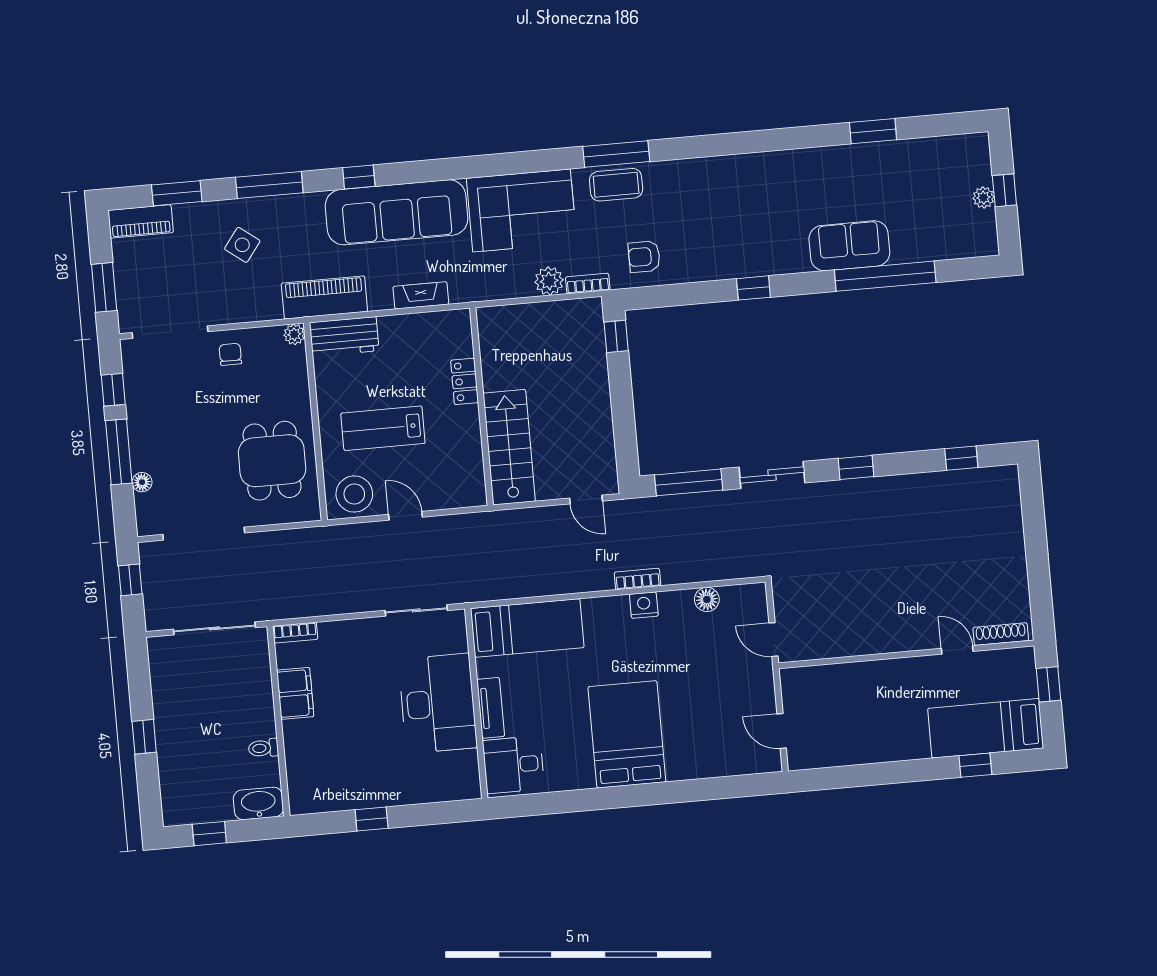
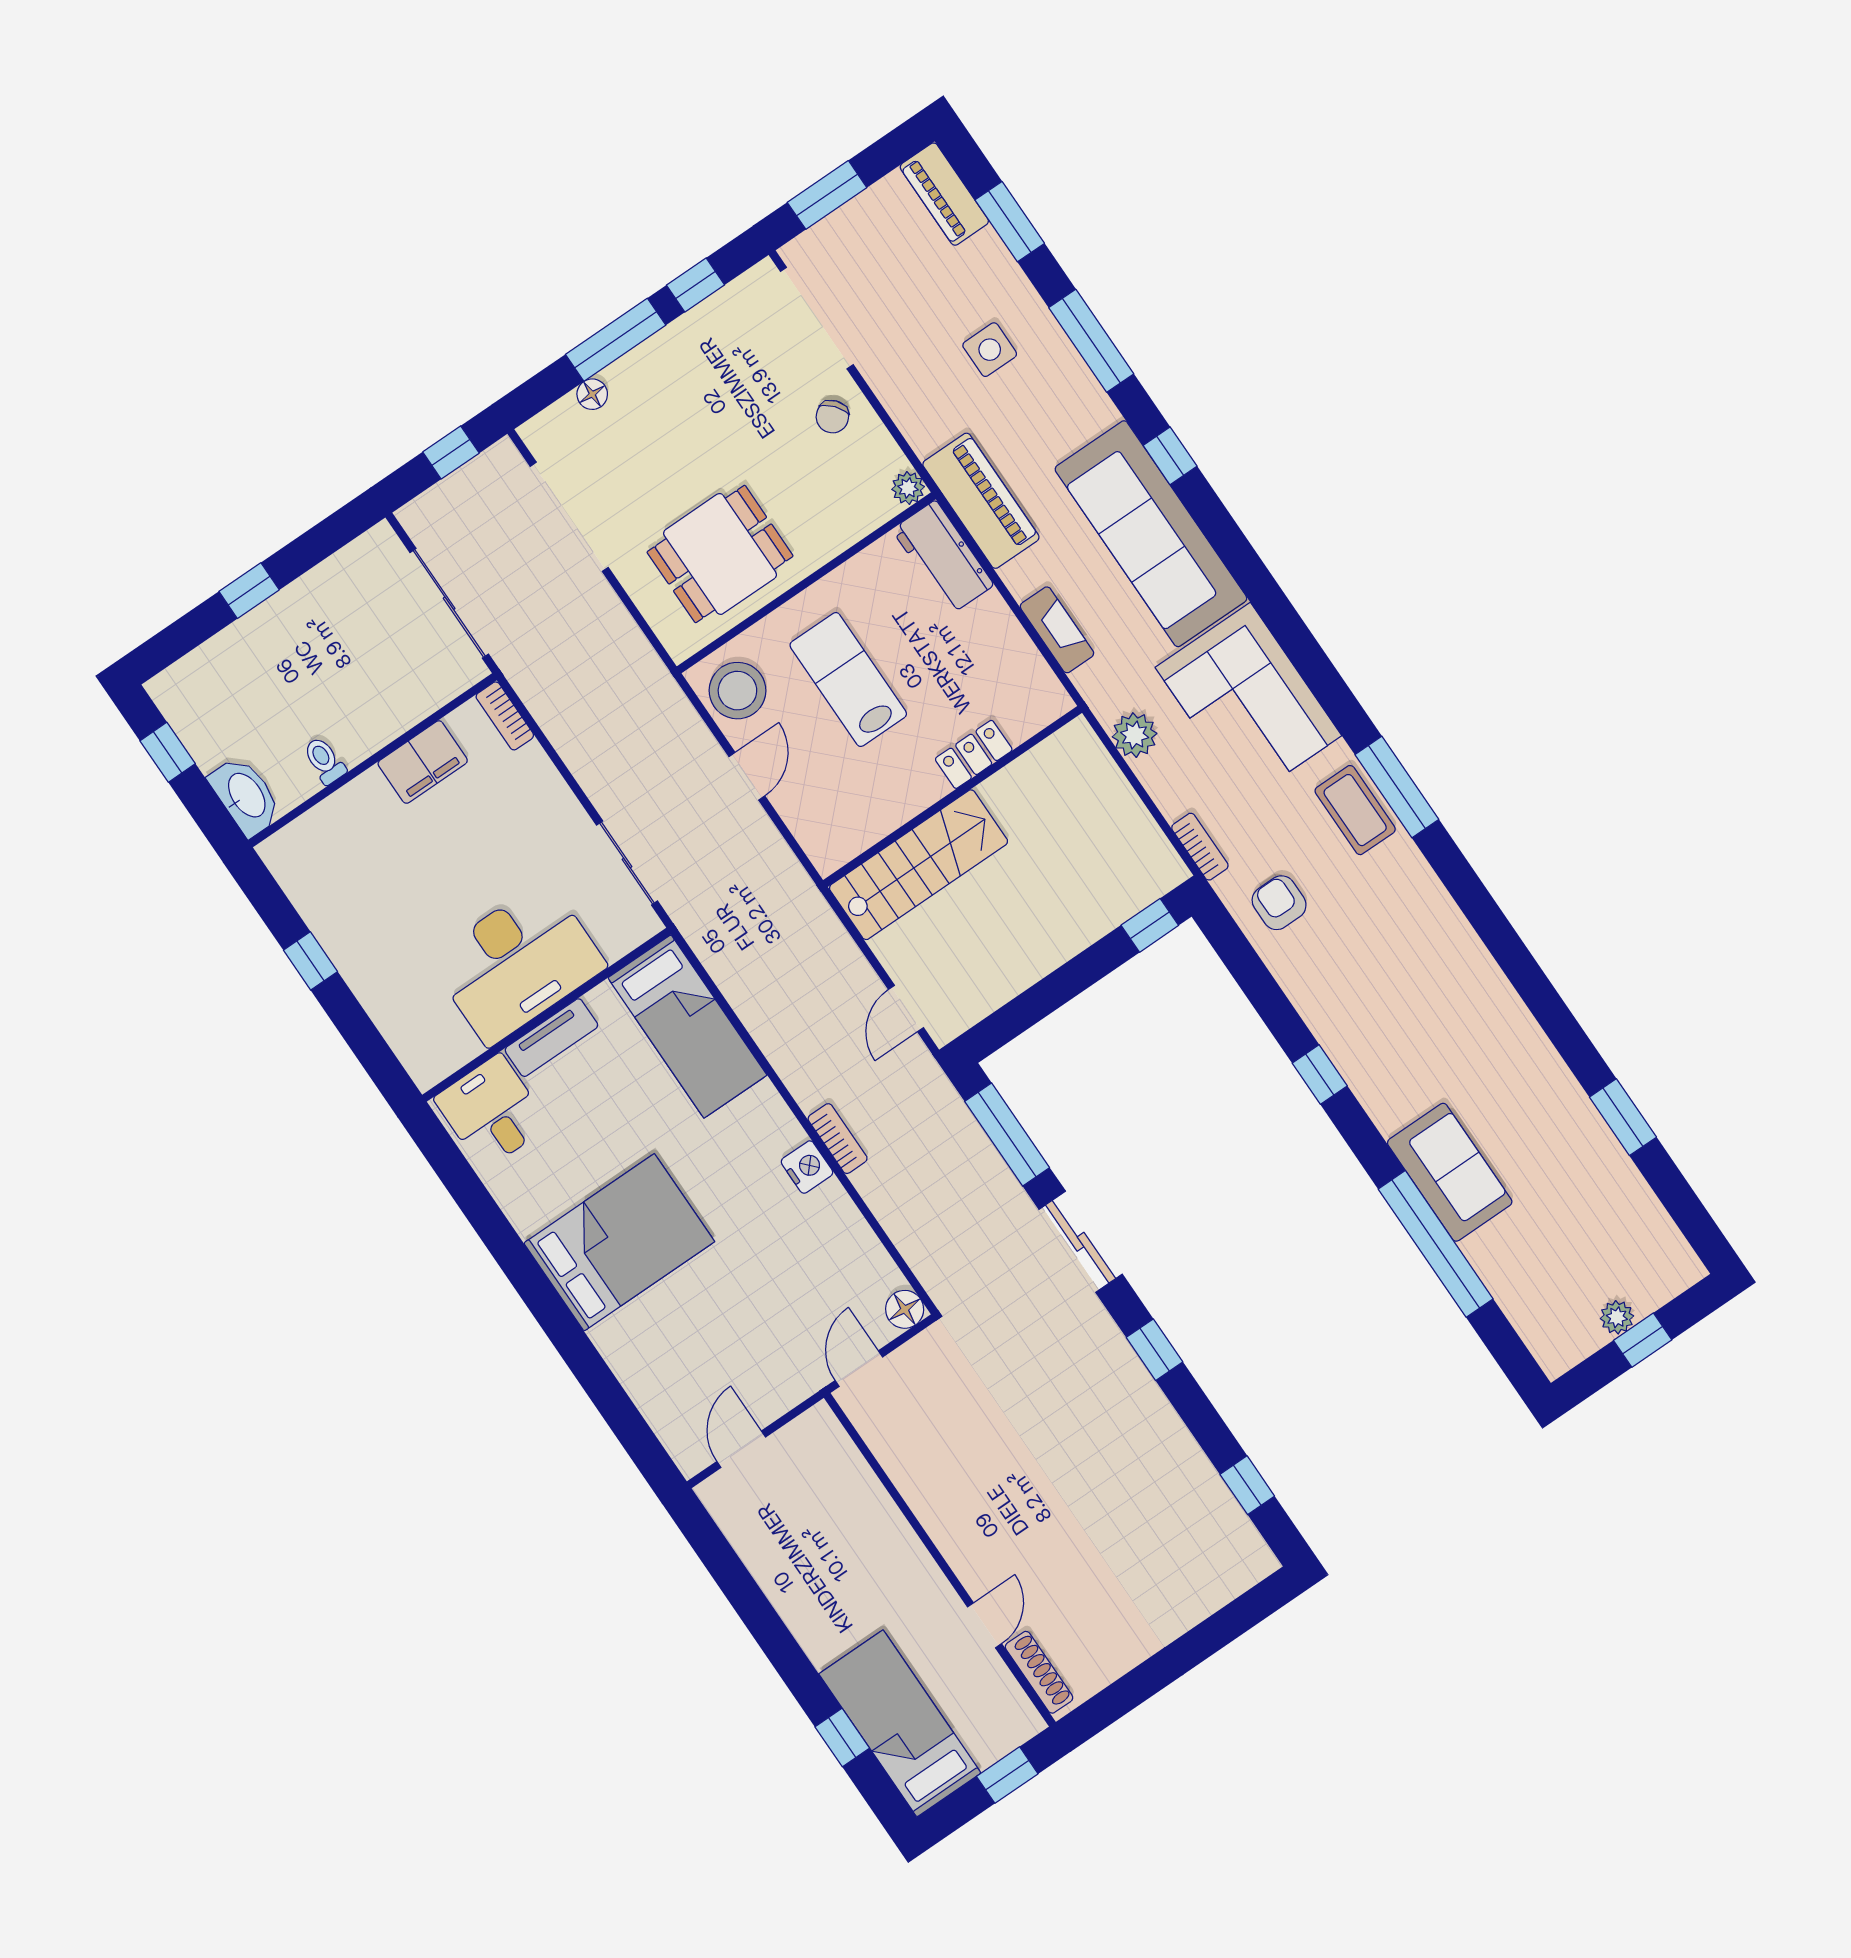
side table: (242, 245) -> (990, 350), turned -37
plant: (549, 281) -> (1135, 735), moved
chair: (230, 354) -> (832, 417), turned 140
floor lamp: (707, 599) -> (905, 1309), moved

